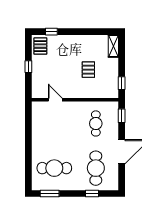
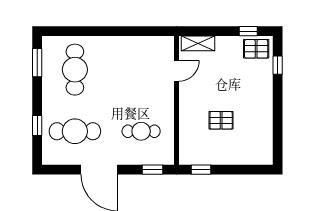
shelving: (113, 46) -> (198, 43), moved
window: (28, 67) -> (248, 31), moved

